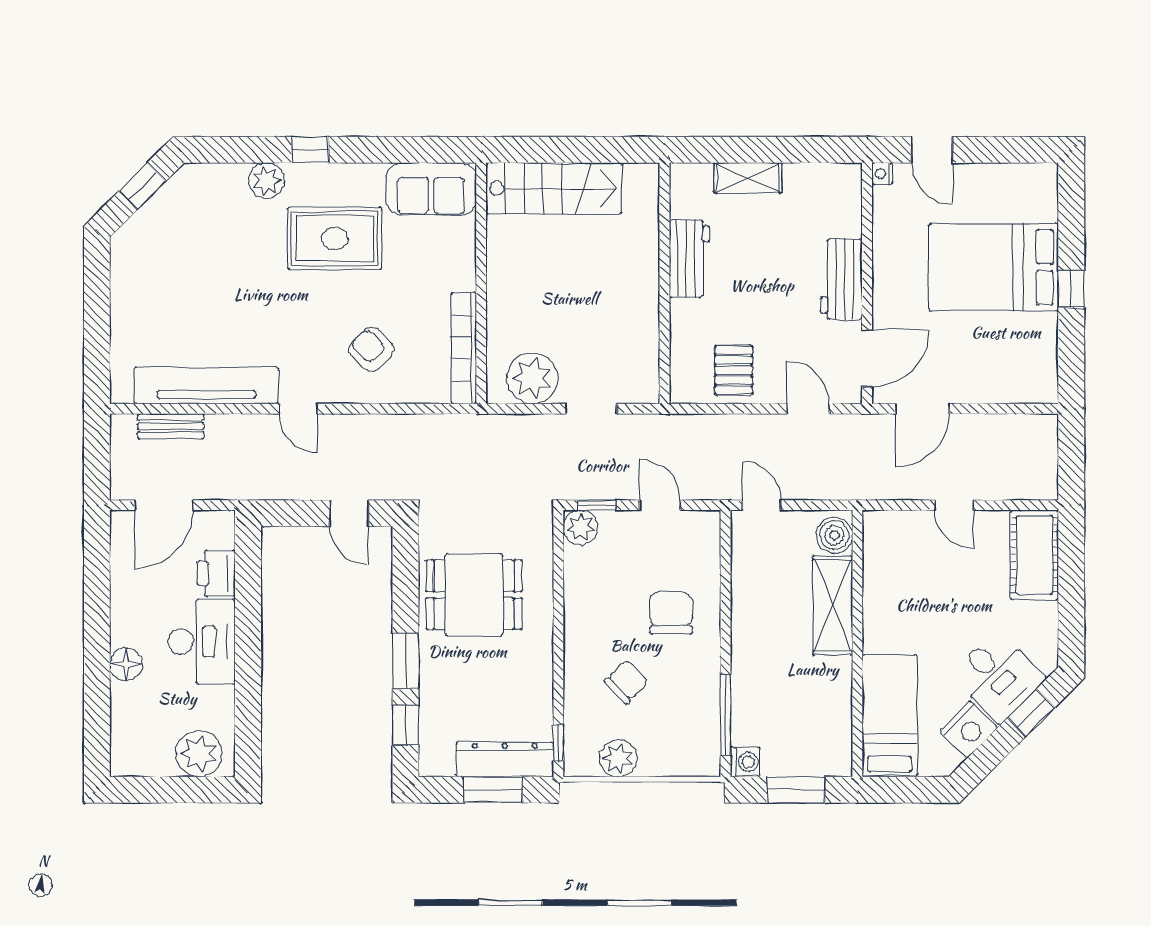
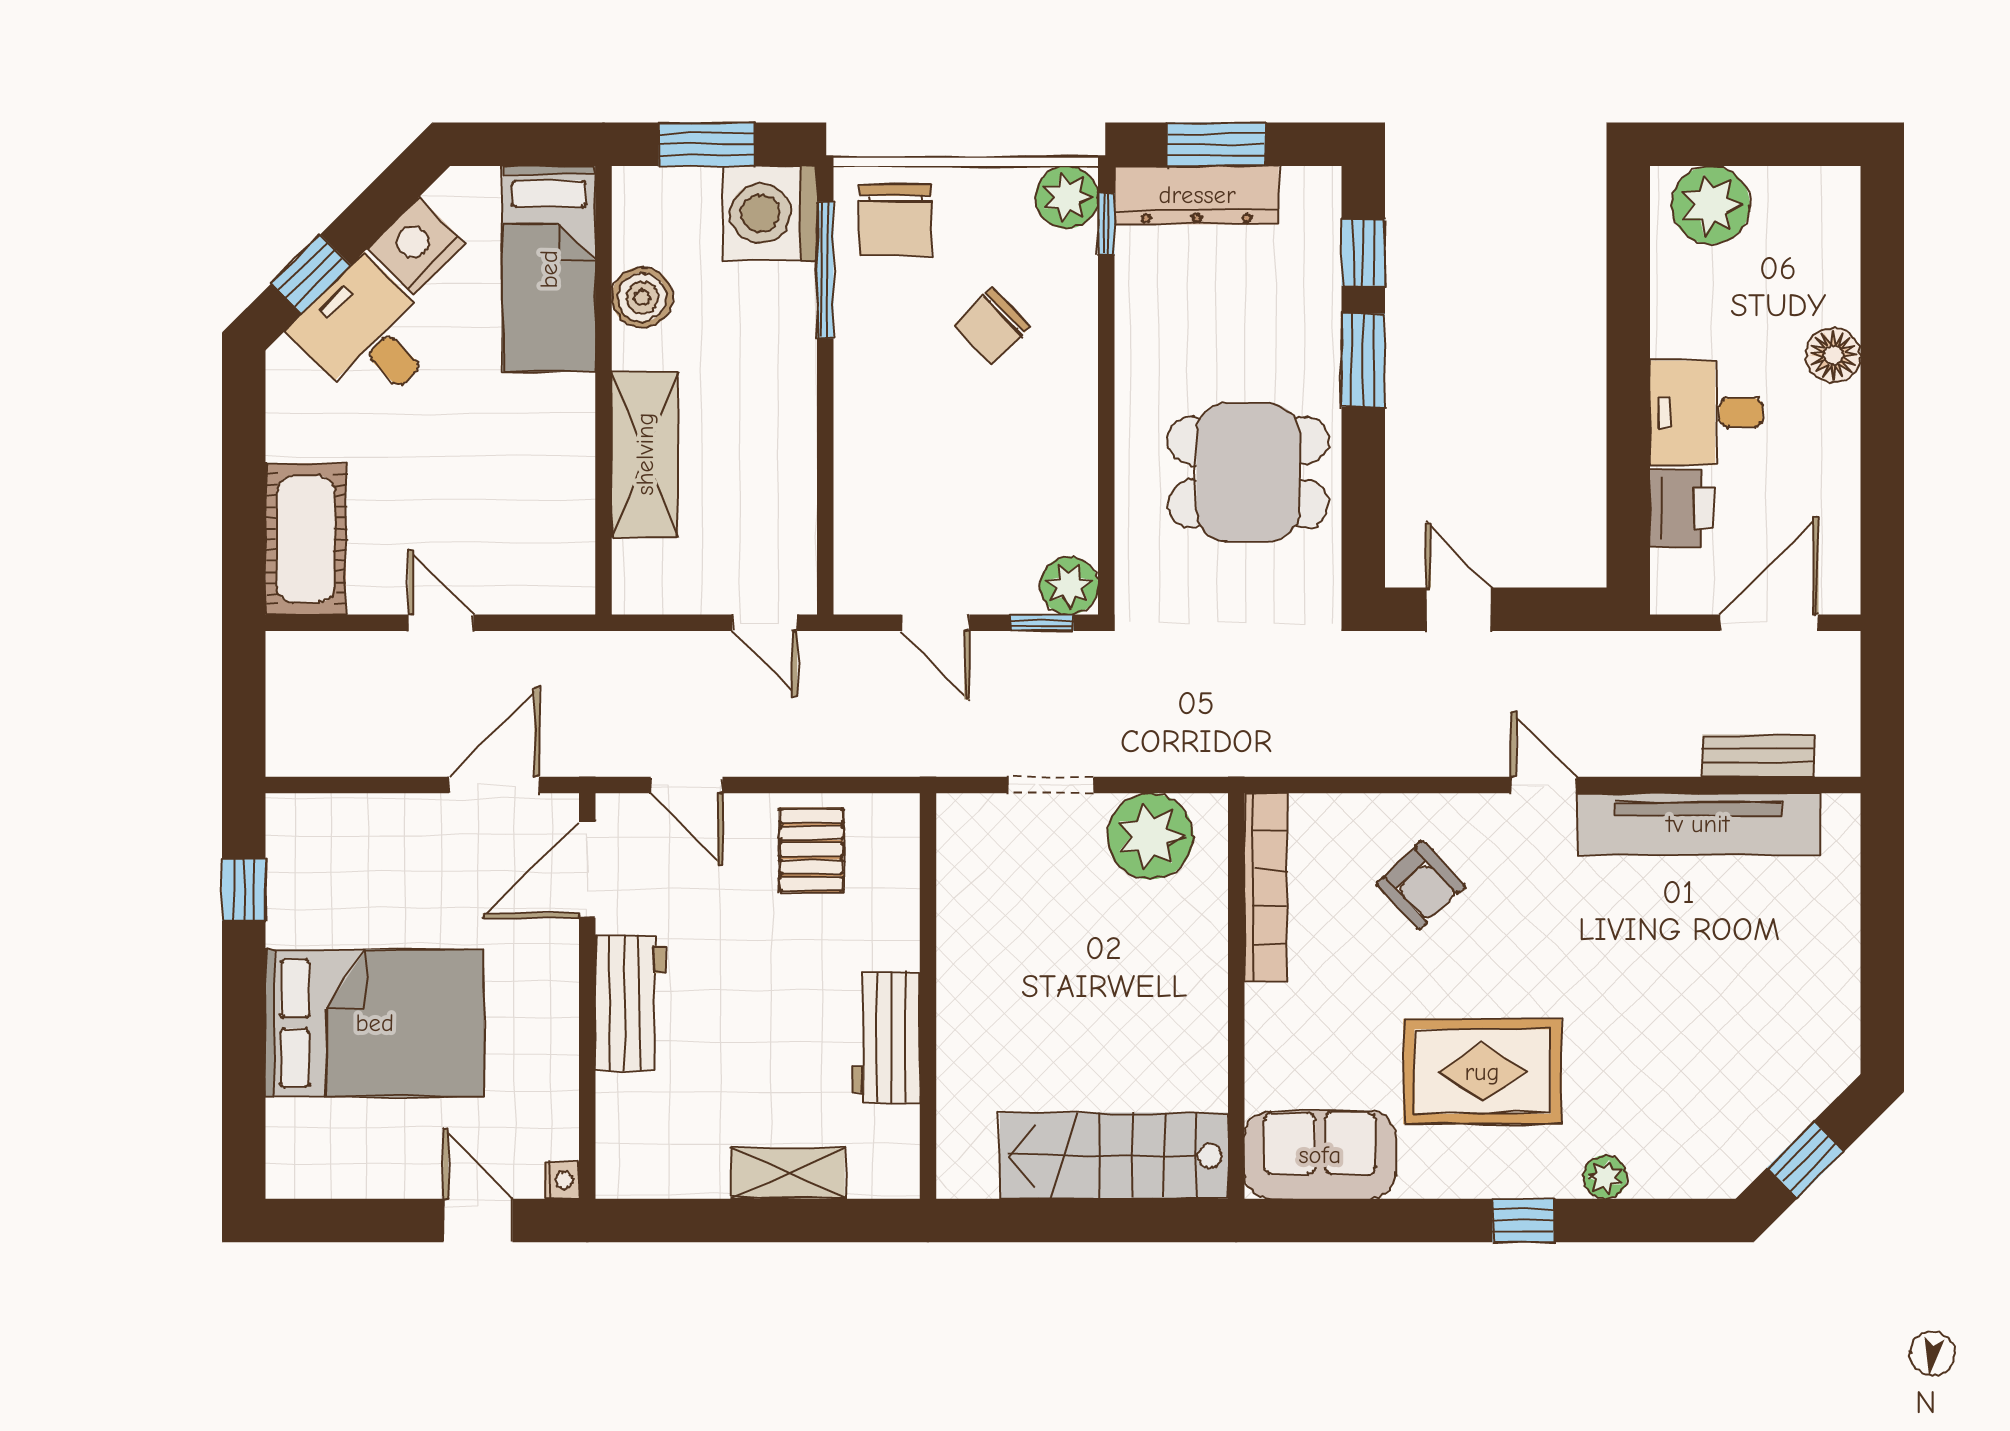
plant: (267, 181) -> (1605, 1177), width x0.73, depth x0.73
window: (1071, 289) -> (244, 890), moved
boiler: (834, 535) -> (642, 297), moved
chair: (671, 613) -> (895, 220), moved
desk: (202, 642) -> (1706, 413), width x0.73
plant: (618, 758) -> (1067, 197), moved
washing machine: (745, 762) -> (770, 213), width x1.89, depth x1.89

